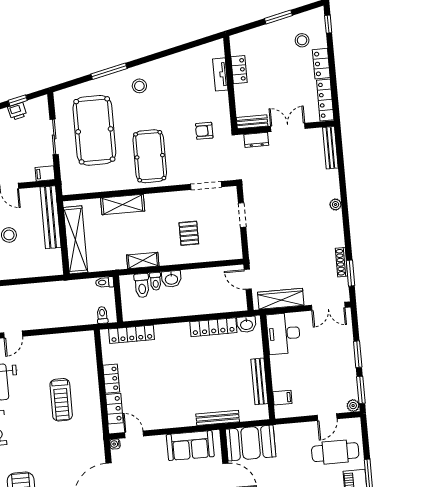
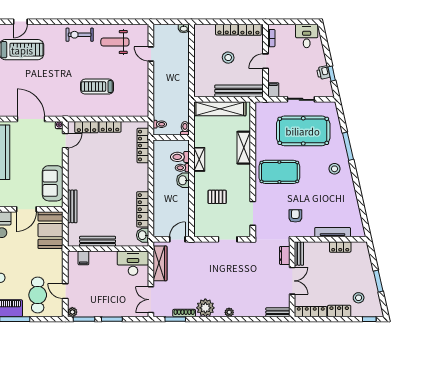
tv unit: (220, 74) -> (333, 232), width x1.41
bench: (330, 148) -> (278, 312), width x0.73
plant: (332, 236) -> (205, 308), added

